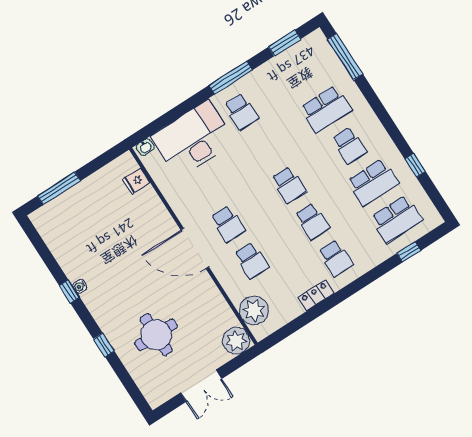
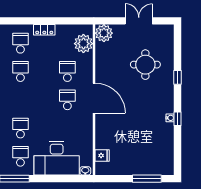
school desk: (289, 185) -> (20, 128), moved

